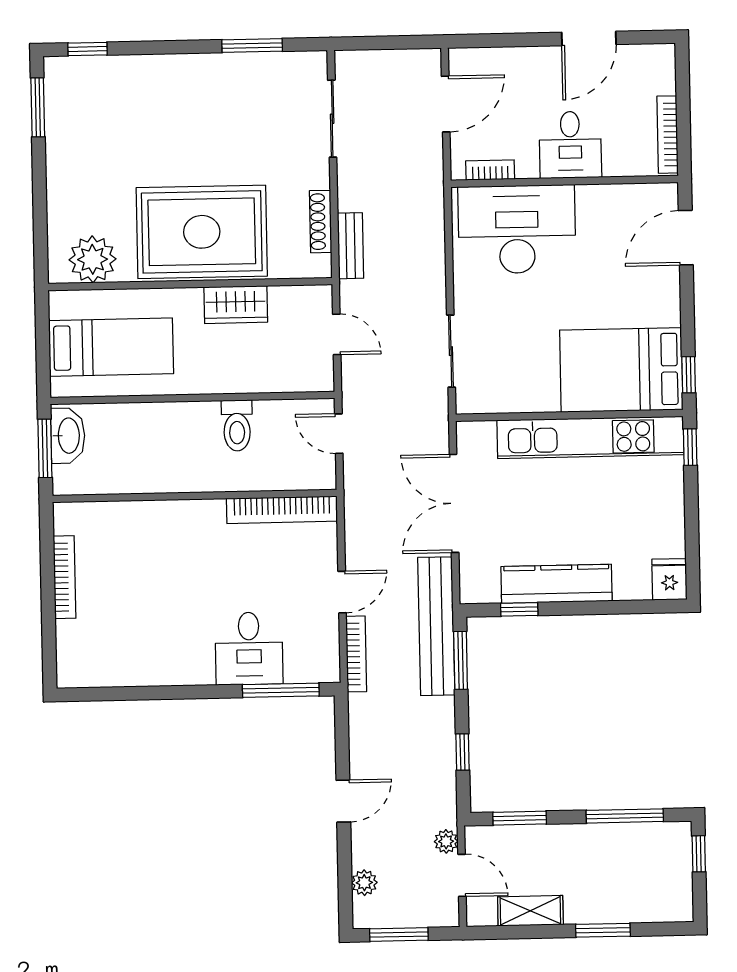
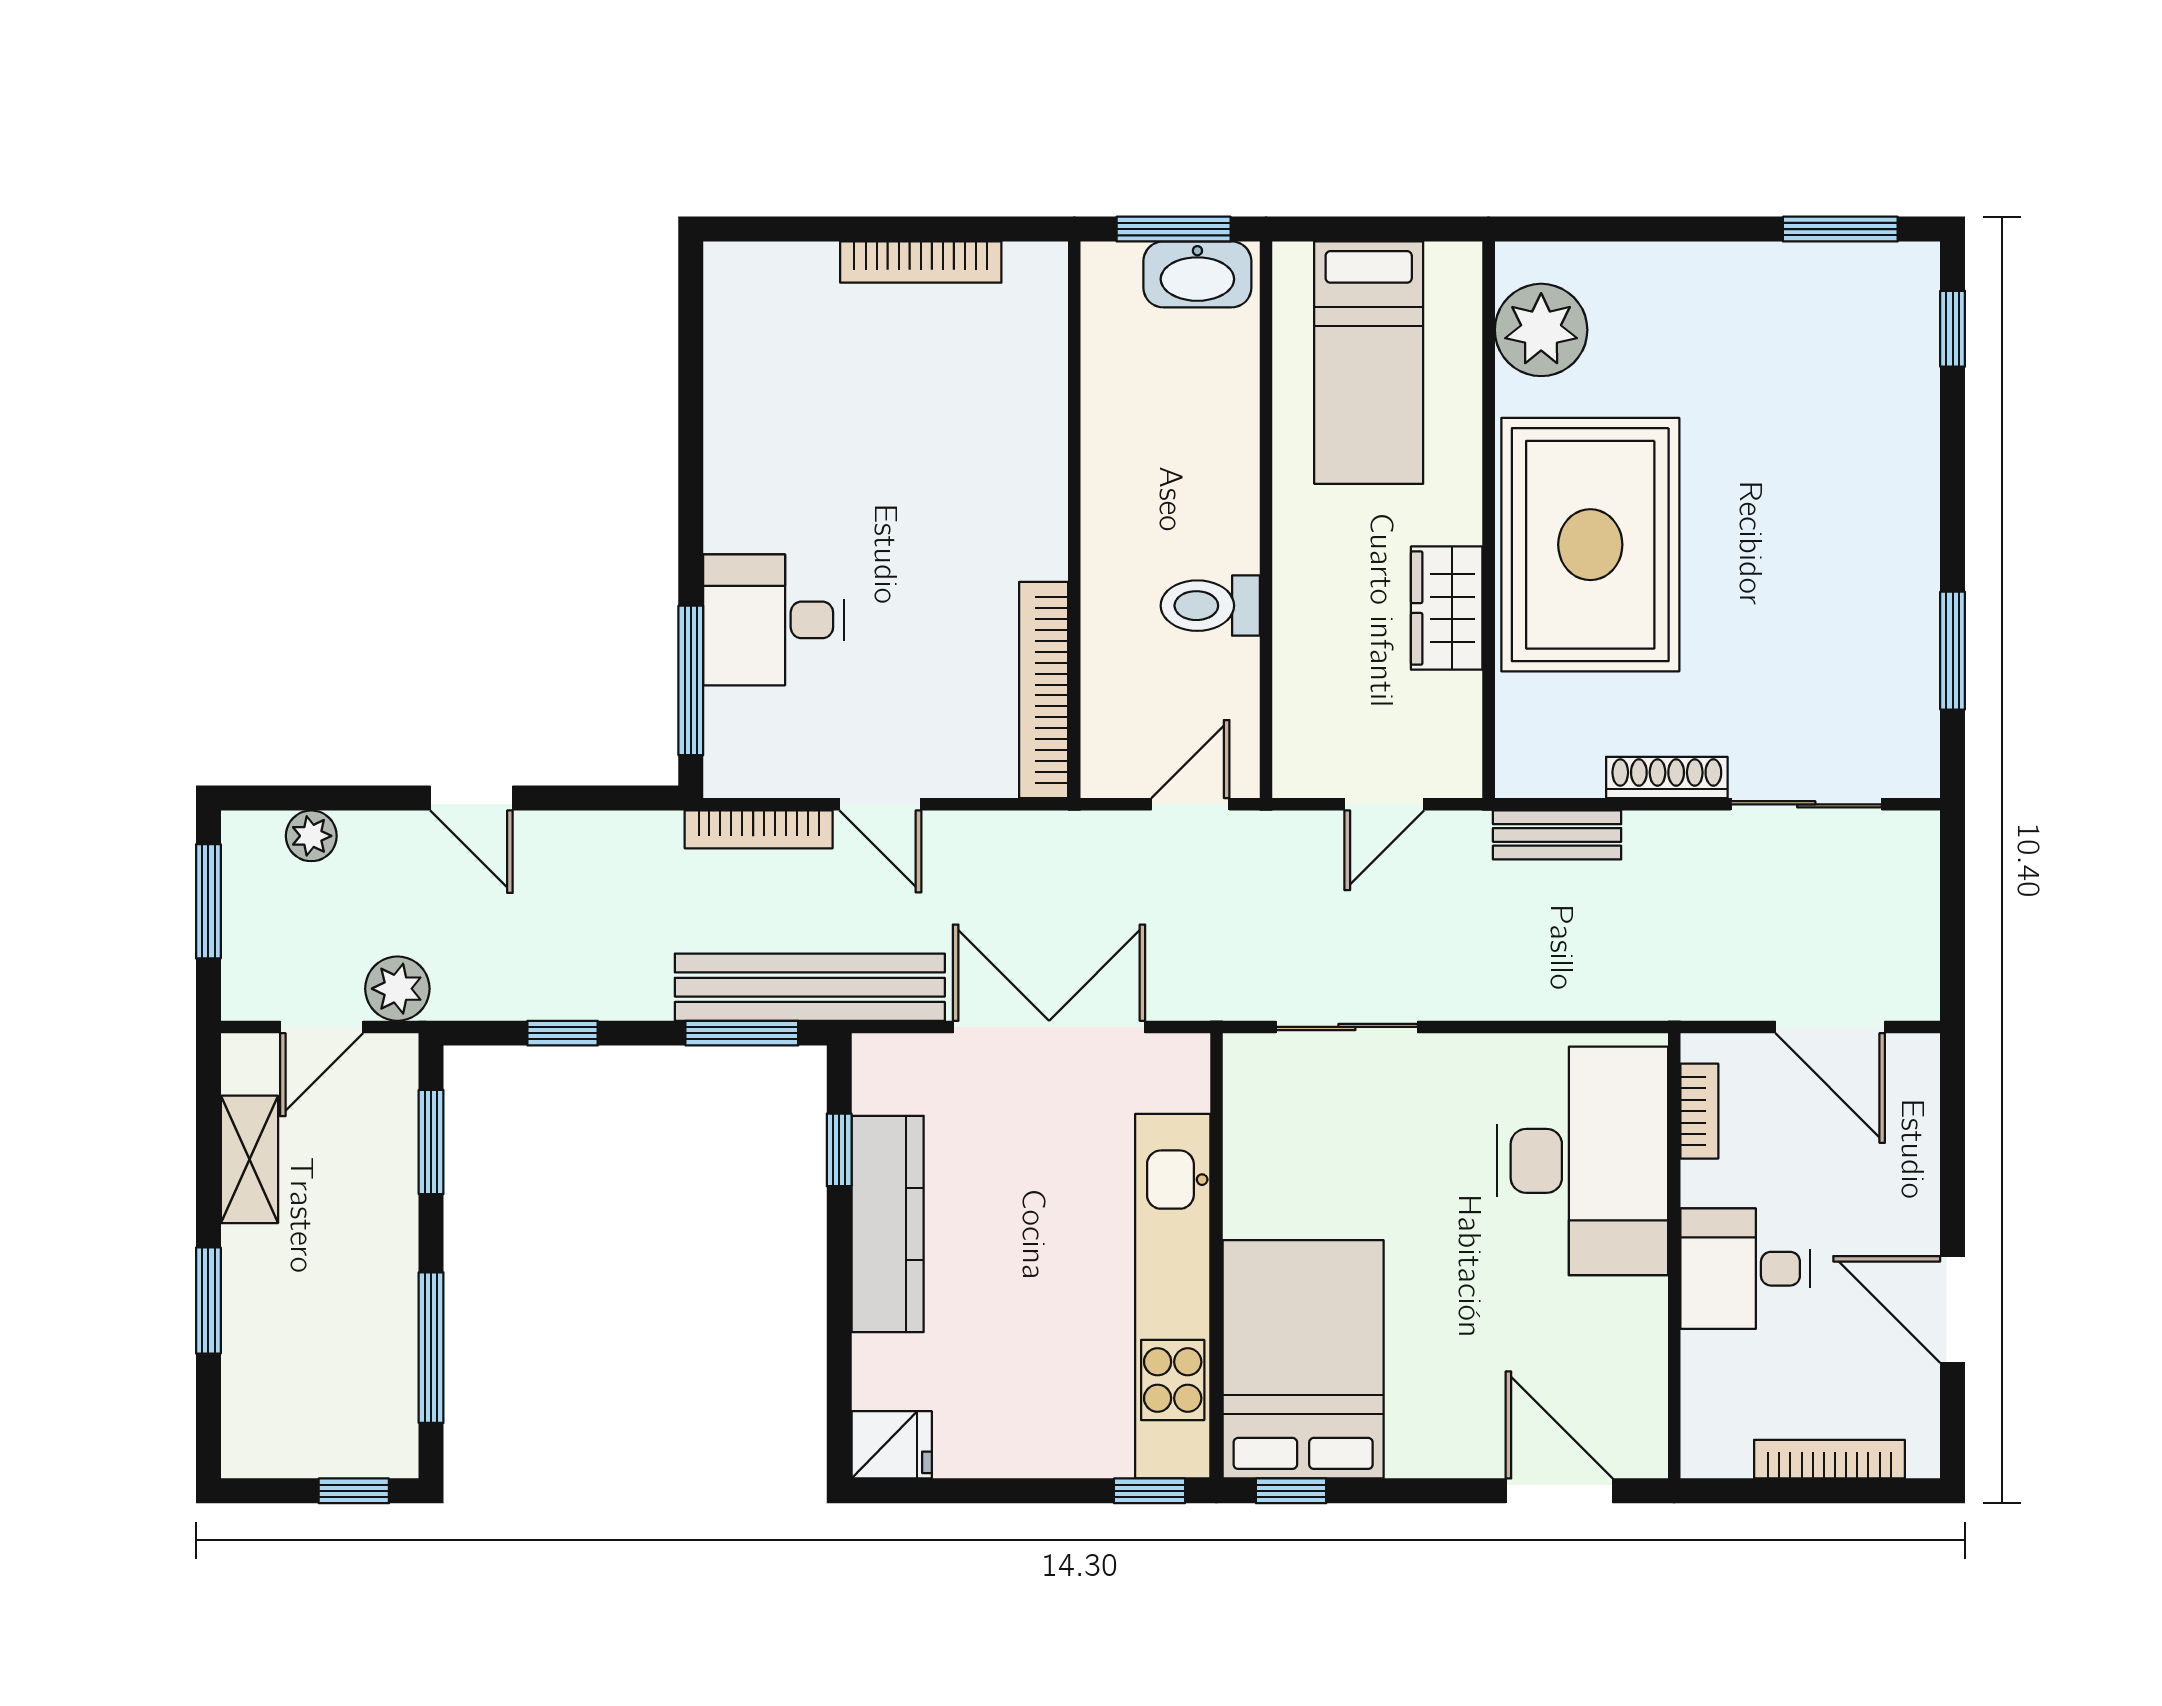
bookcase: (667, 135) -> (1829, 1459), moved
shoe rack: (321, 222) -> (1667, 777), moved
plant: (446, 841) -> (397, 989), width x1.38, depth x1.38

